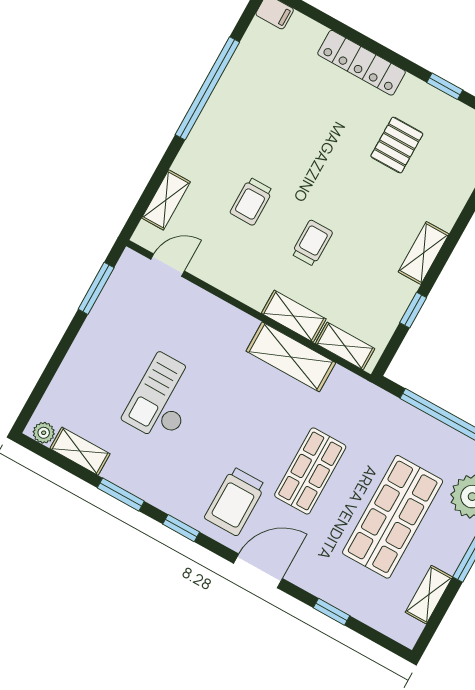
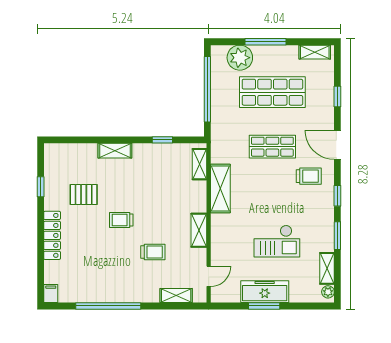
trolley: (312, 243) -> (121, 220), moved
shelving: (424, 253) -> (115, 151), moved
door: (168, 265) -> (209, 276), swing flipped
window: (96, 288) -> (264, 306), moved
shelving: (294, 316) -> (199, 230), moved
freezer: (97, 337) -> (265, 292), added
trolley: (235, 501) -> (309, 176), width x0.73, depth x0.72
shelving: (429, 595) -> (315, 52), moved

